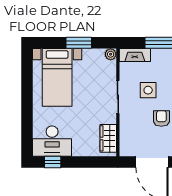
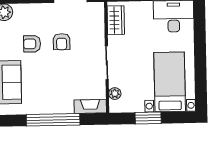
plant: (111, 54) -> (115, 94), moved
side table: (148, 90) -> (76, 71), removed

